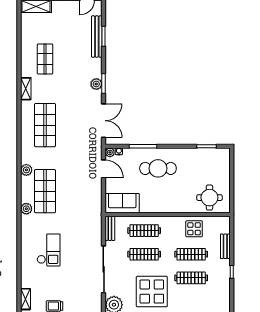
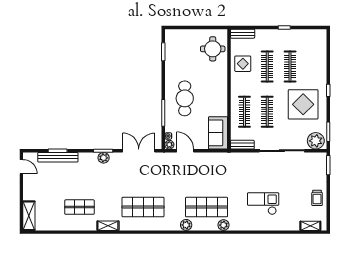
door: (104, 169) -> (185, 151), hinge flipped
bench: (225, 246) -> (243, 34), moved

